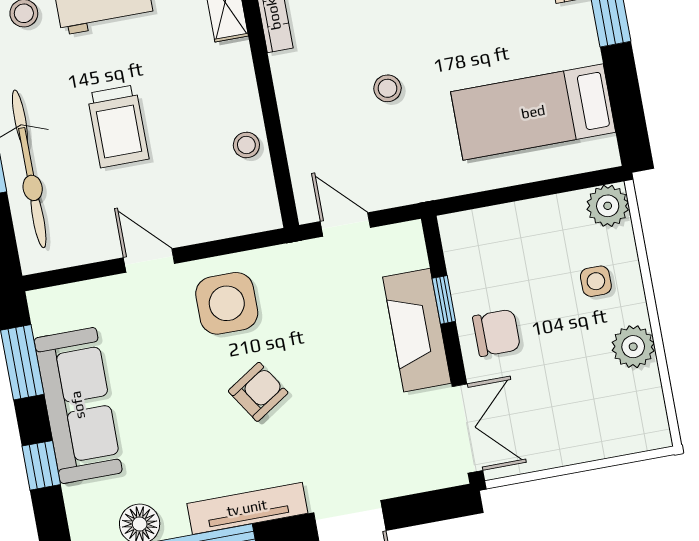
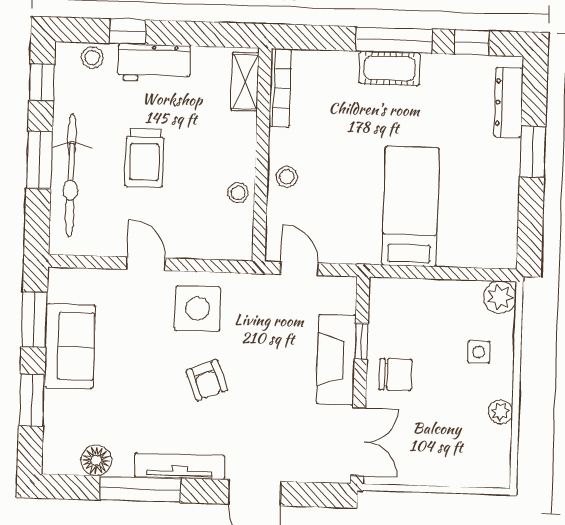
stool: (387, 88) -> (287, 177), moved
bed: (533, 112) -> (411, 206), moved, turned 90
plant: (633, 347) -> (500, 412), width x0.73, depth x0.73
armchair: (258, 392) -> (207, 380), turned 102
sofa: (78, 405) -> (70, 346), width x0.73
window: (41, 465) -> (32, 400), width x1.50

